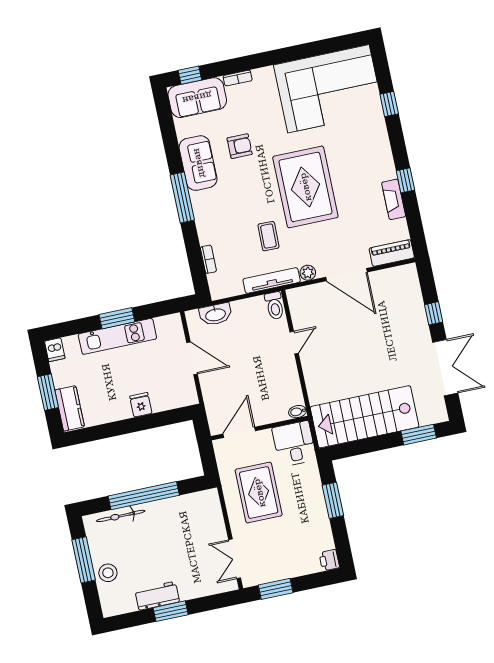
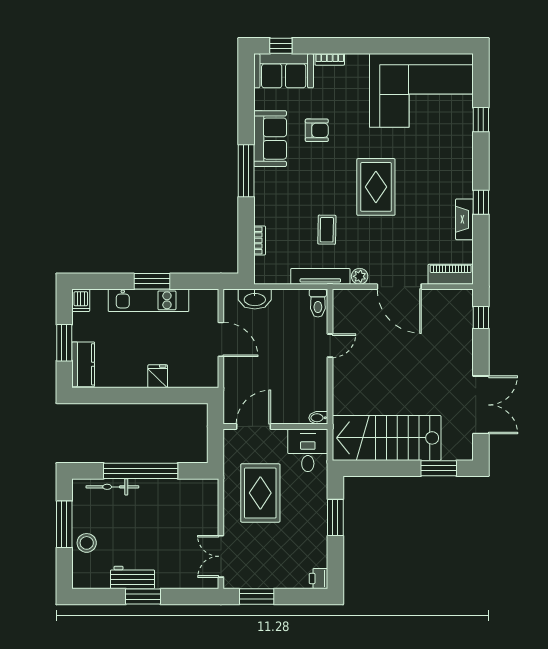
rug: (305, 187) -> (376, 187), width x0.73, depth x0.69
window: (434, 313) -> (481, 318), moved

